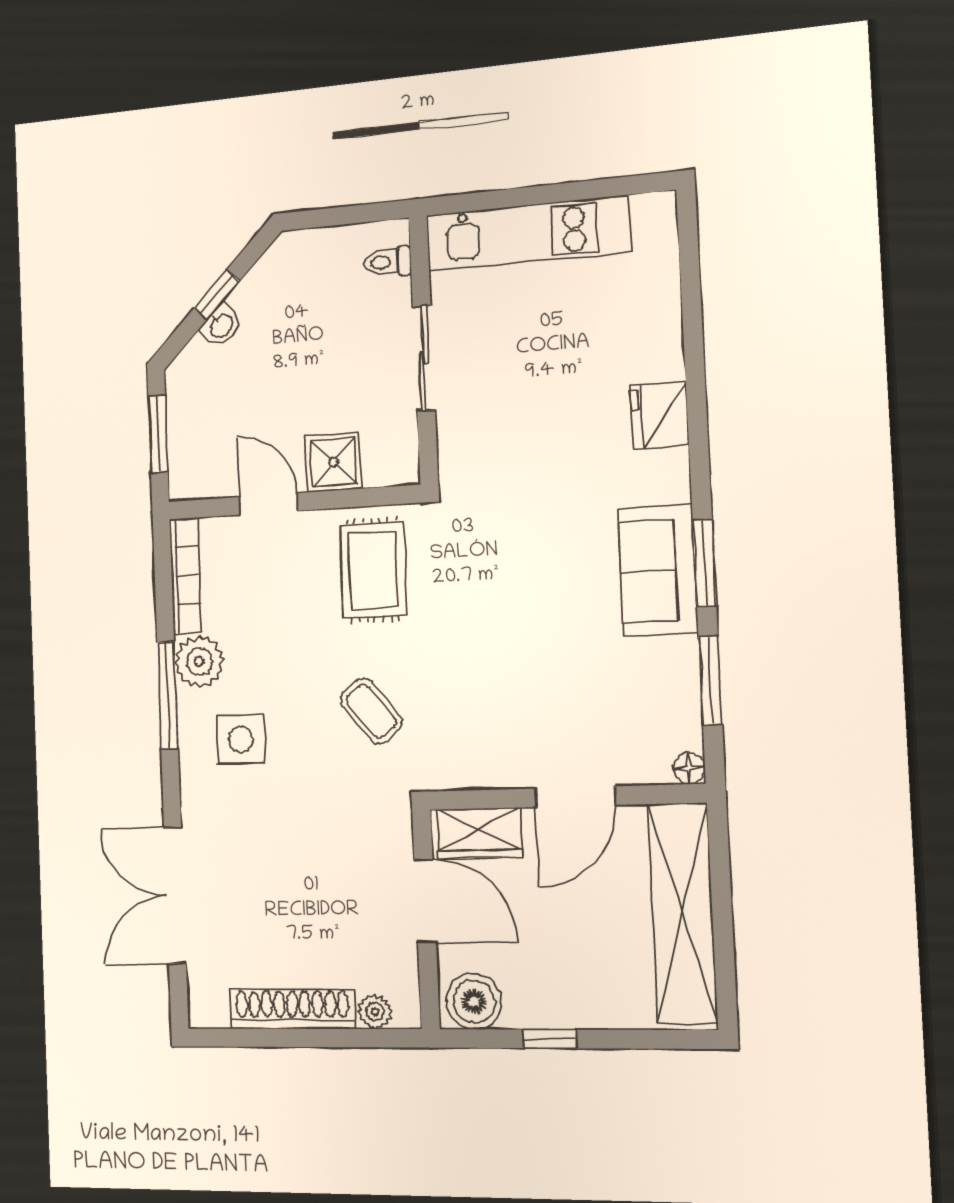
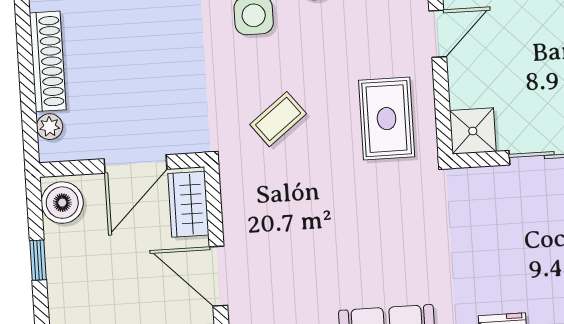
shower: (334, 462) -> (473, 131), moved
rug: (373, 570) -> (387, 119), turned 90

